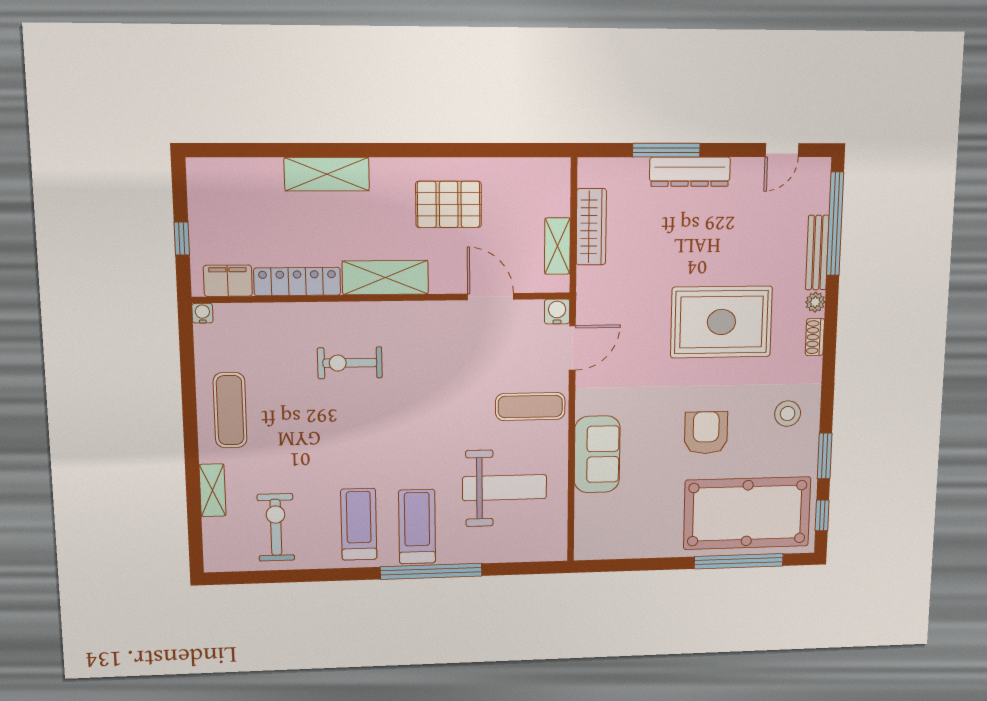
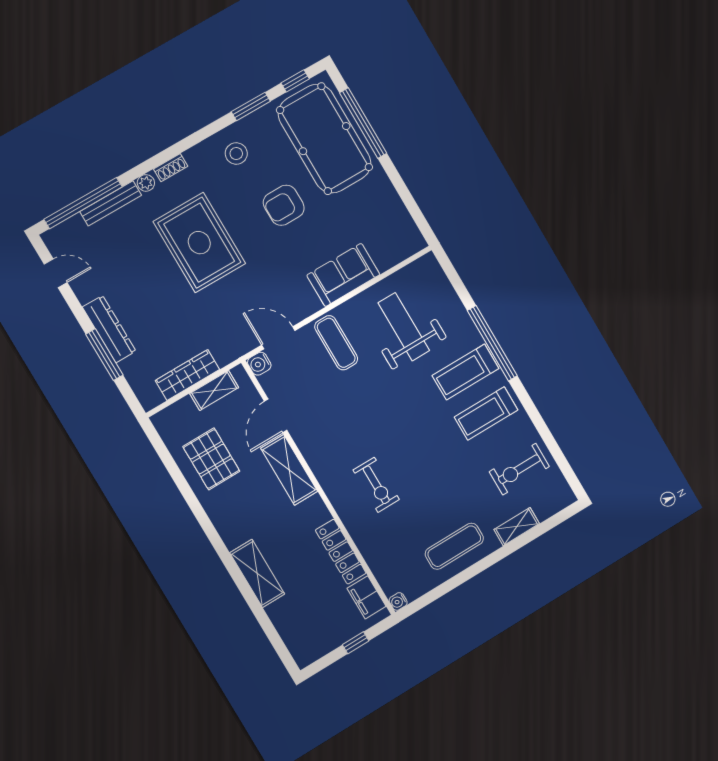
pallet: (449, 204) -> (211, 459), moved
shelving: (385, 278) -> (289, 470), moved

